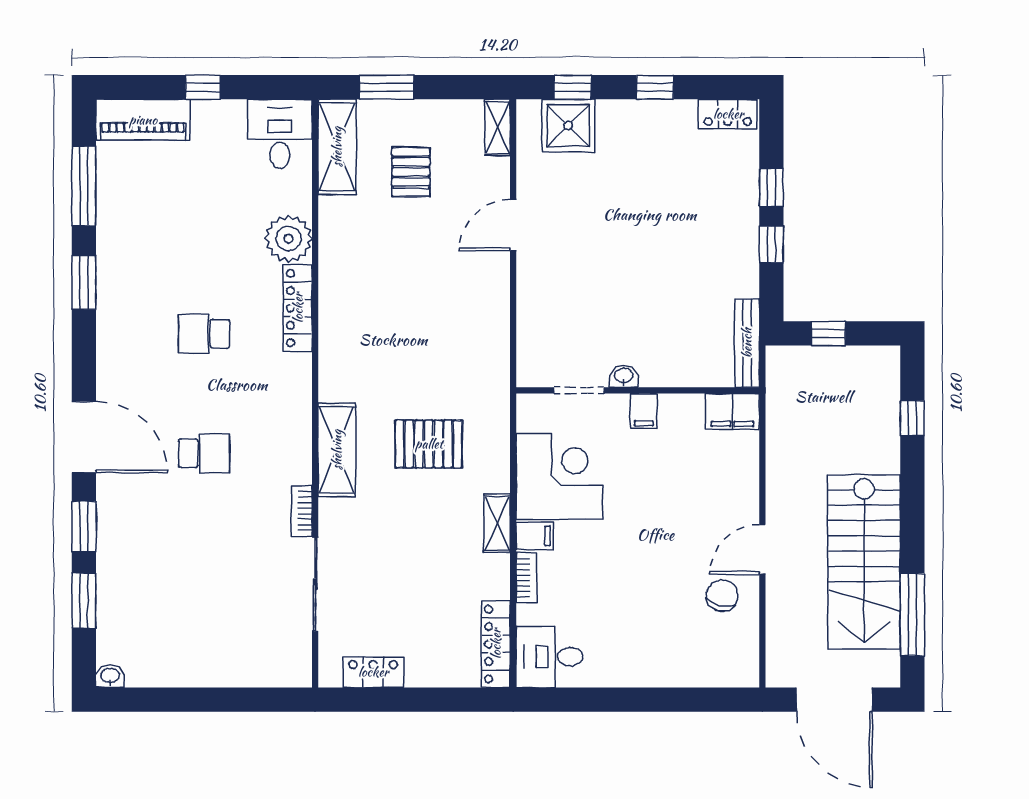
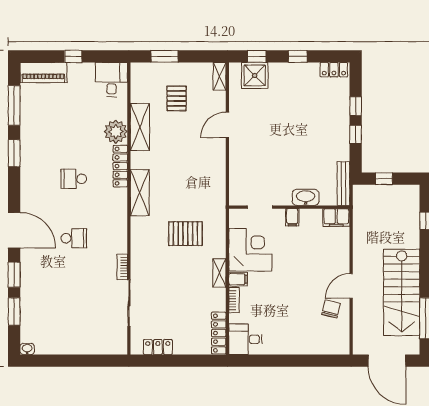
shelving: (337, 147) -> (140, 127), moved
washbasin: (624, 376) -> (306, 197), moved, width x1.91, depth x1.45
shelving: (337, 450) -> (140, 193), moved

